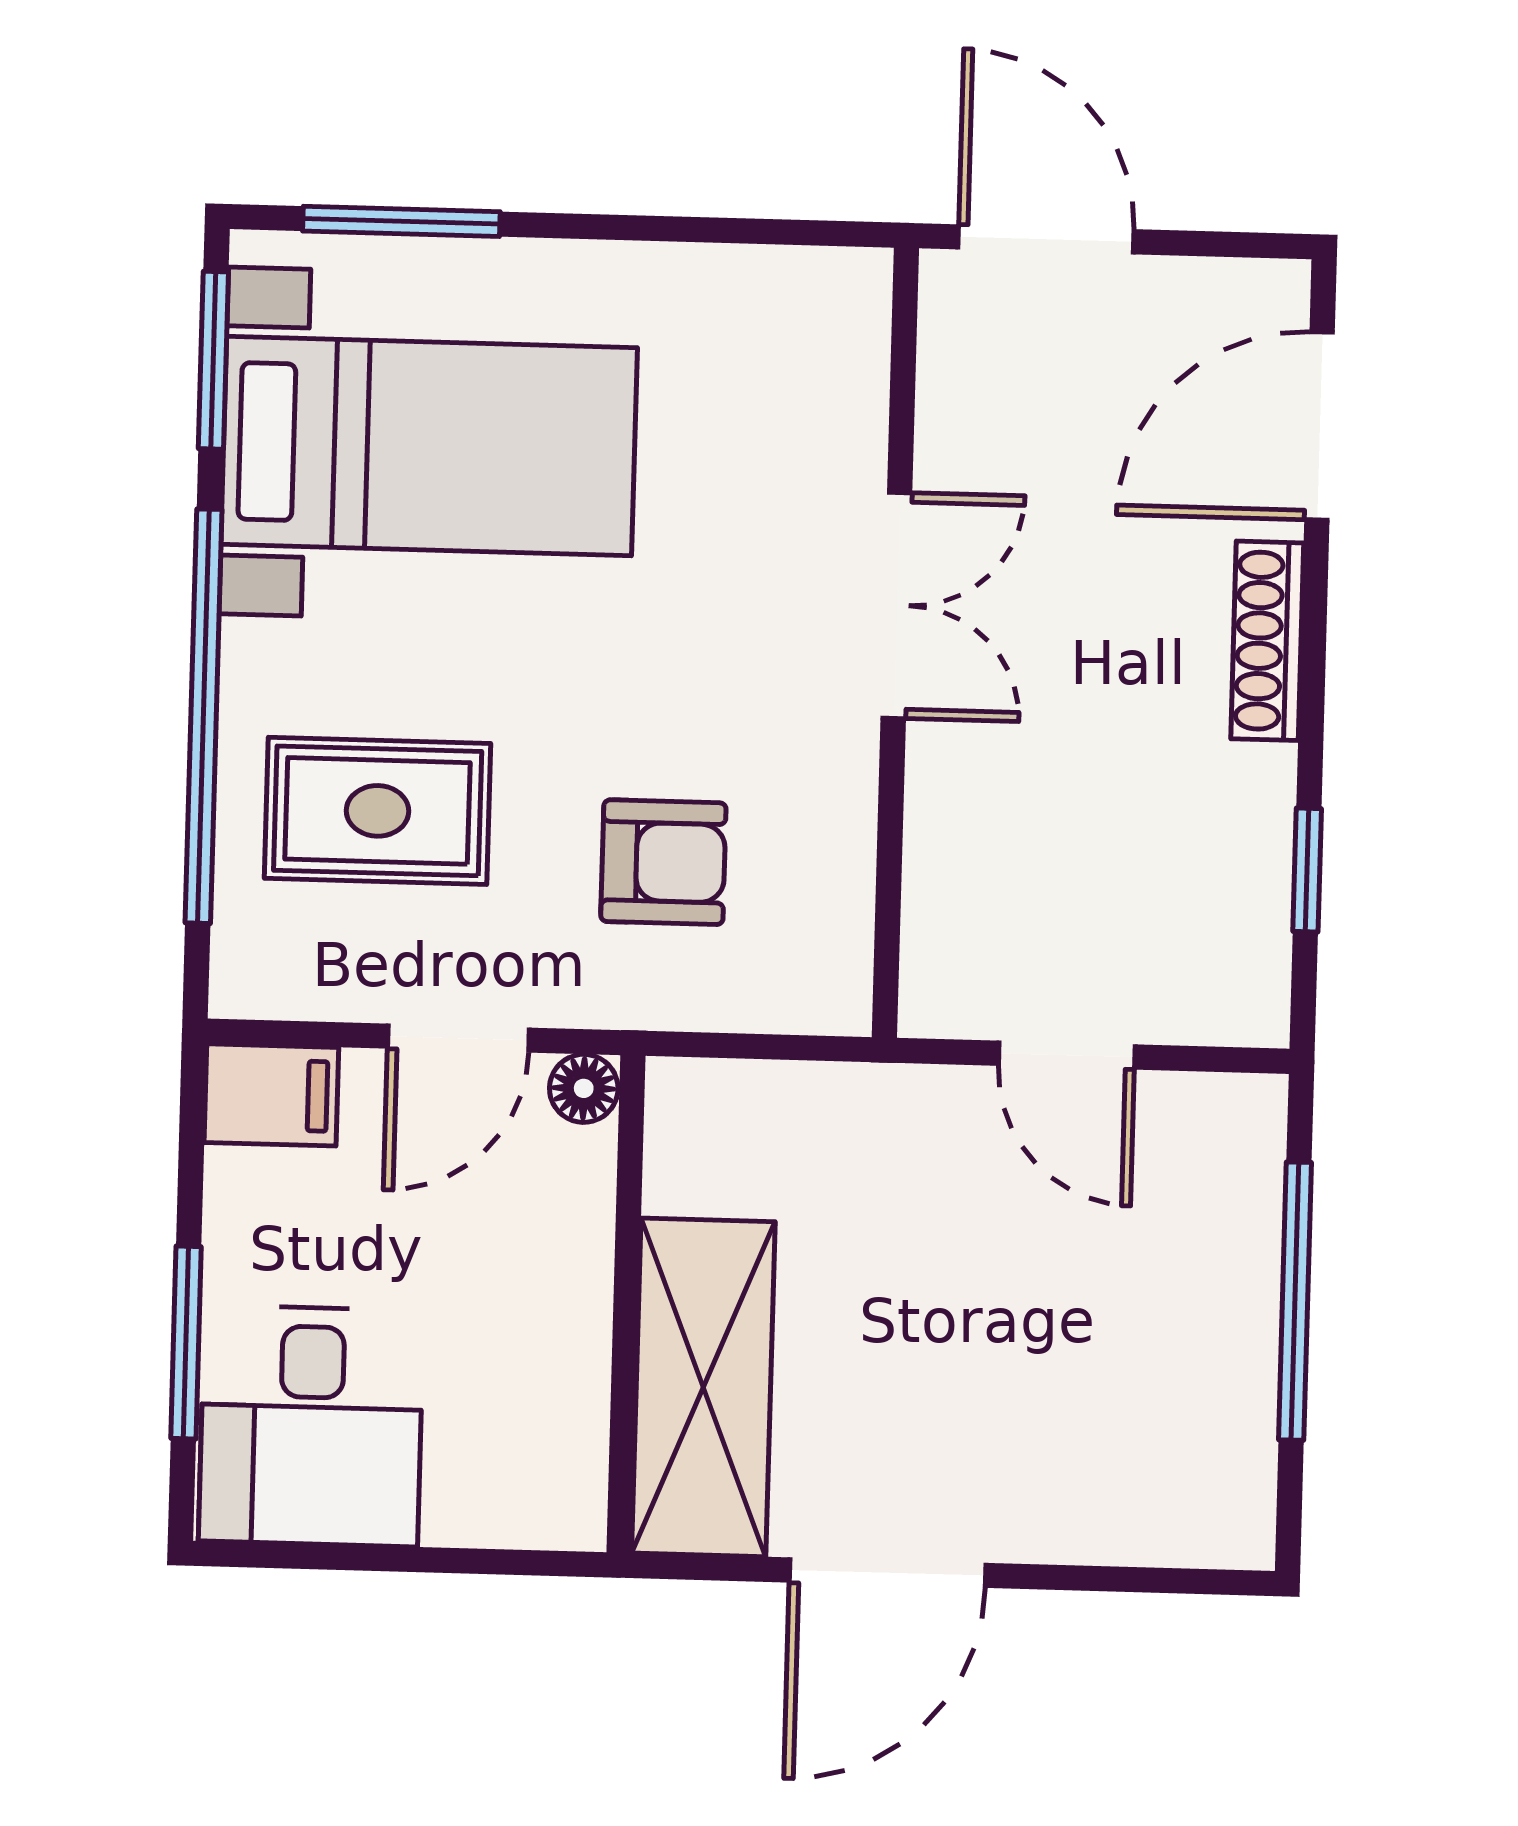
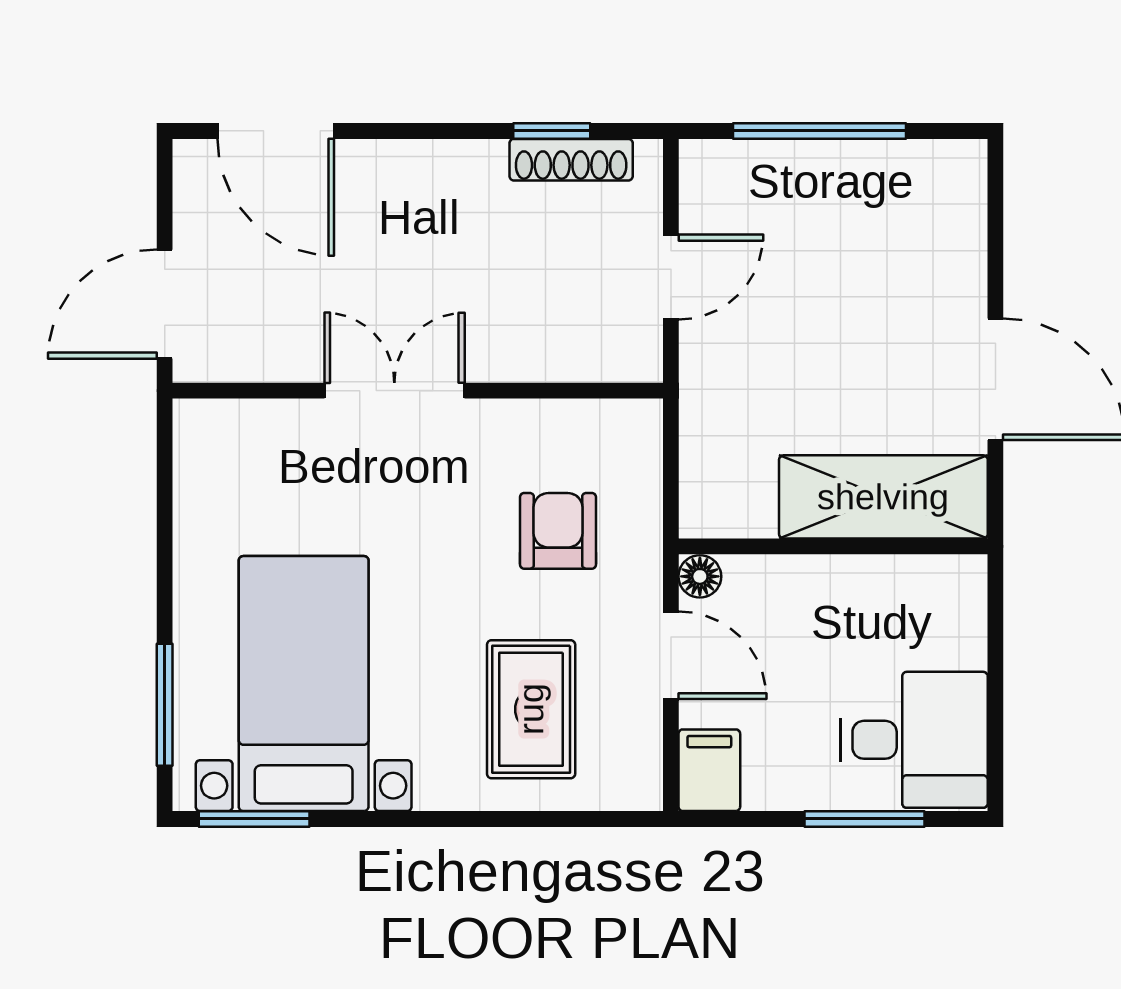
shoe rack: (1267, 641) -> (571, 160), moved
window: (204, 716) -> (475, 819), removed

